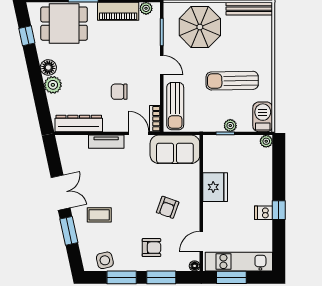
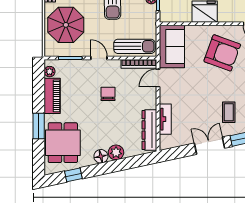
door: (162, 65) -> (99, 58), hinge flipped
chair: (119, 92) -> (108, 94), moved, turned 180
bookcase: (155, 119) -> (139, 64), width x1.56
tv unit: (106, 142) -> (165, 119), moved
armchair: (168, 207) -> (222, 53), width x1.88, depth x1.88

